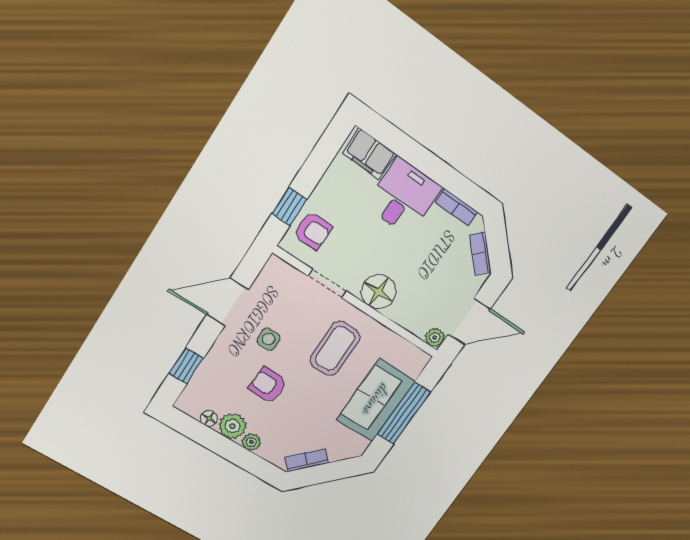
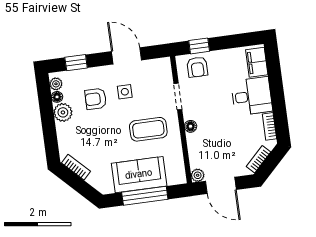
floor lamp: (379, 292) -> (191, 126), width x0.53, depth x0.53
armchair: (268, 385) -> (96, 99), moved, turned -92
plant: (251, 442) -> (56, 84), moved

